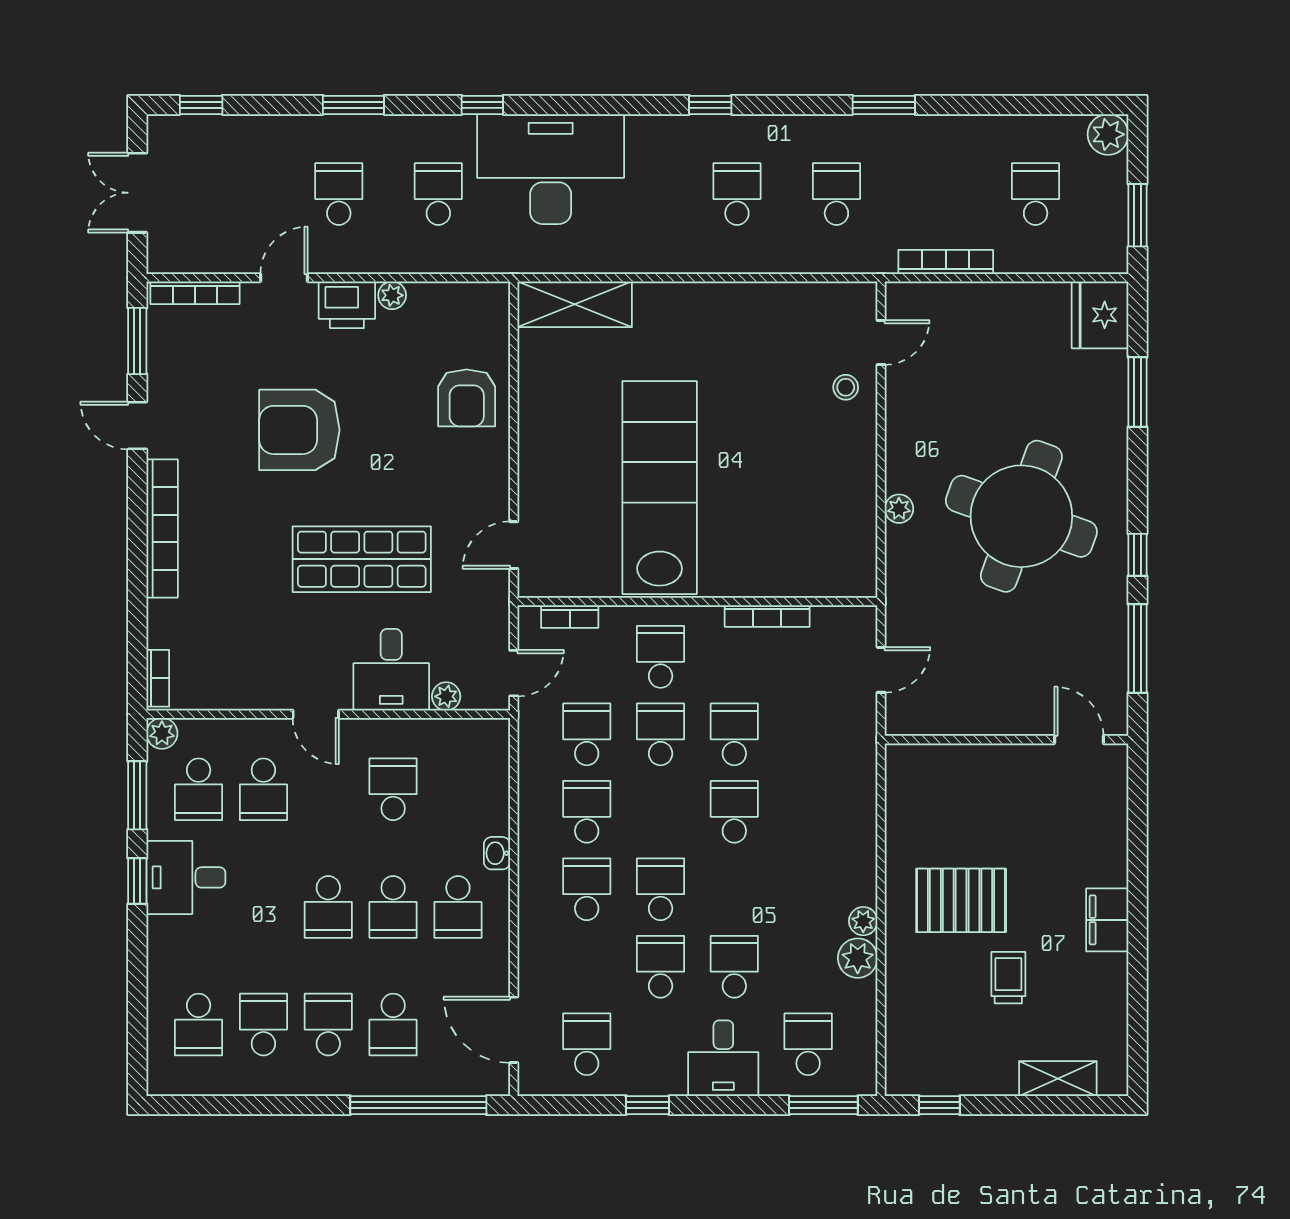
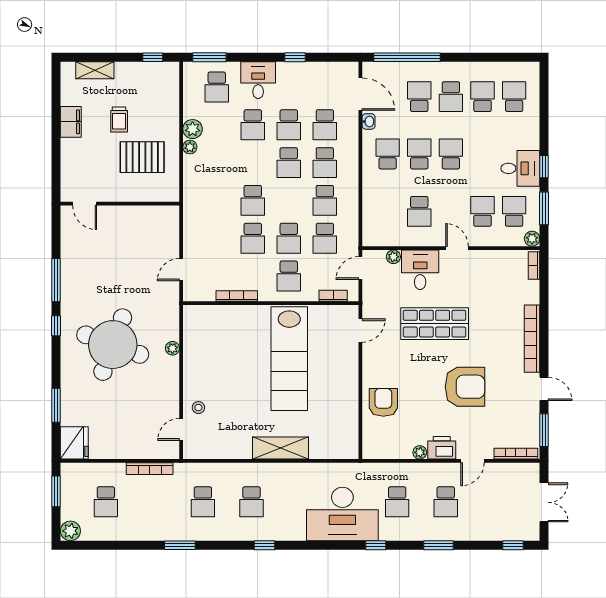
shelving: (575, 304) -> (281, 448), moved
wall: (1007, 740) -> (120, 204), moved
door: (1079, 740) -> (85, 204), moved
washbasin: (497, 853) -> (369, 121), moved
filing cabinet: (1107, 920) -> (71, 122), moved
school desk: (263, 1025) -> (483, 97), turned 180
school desk: (587, 1044) -> (325, 125), moved

